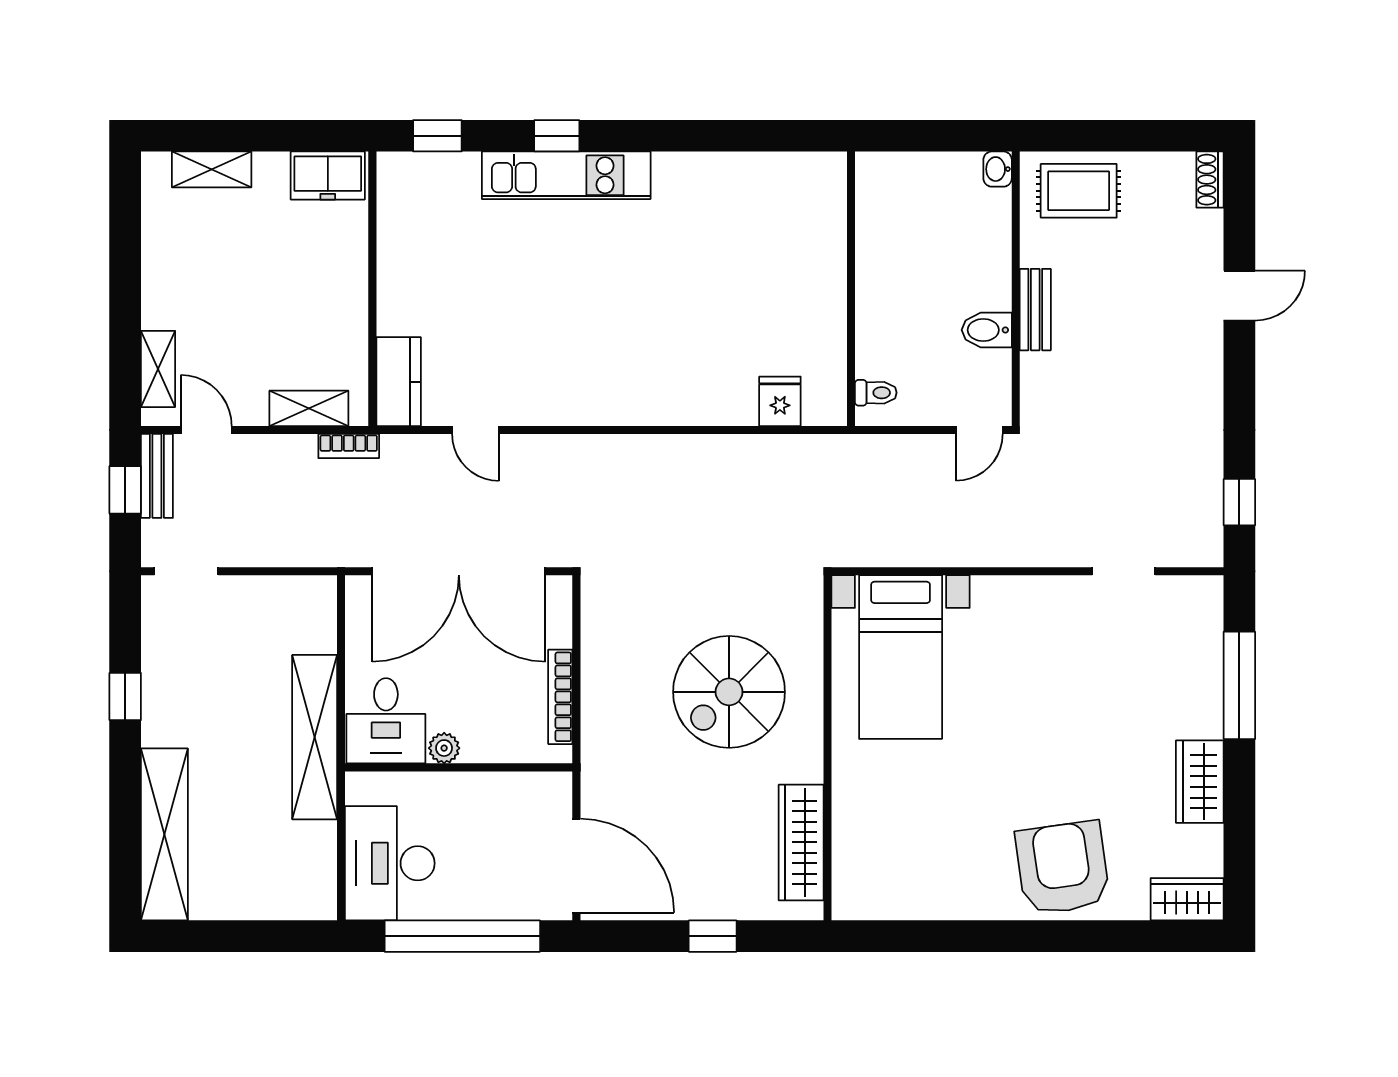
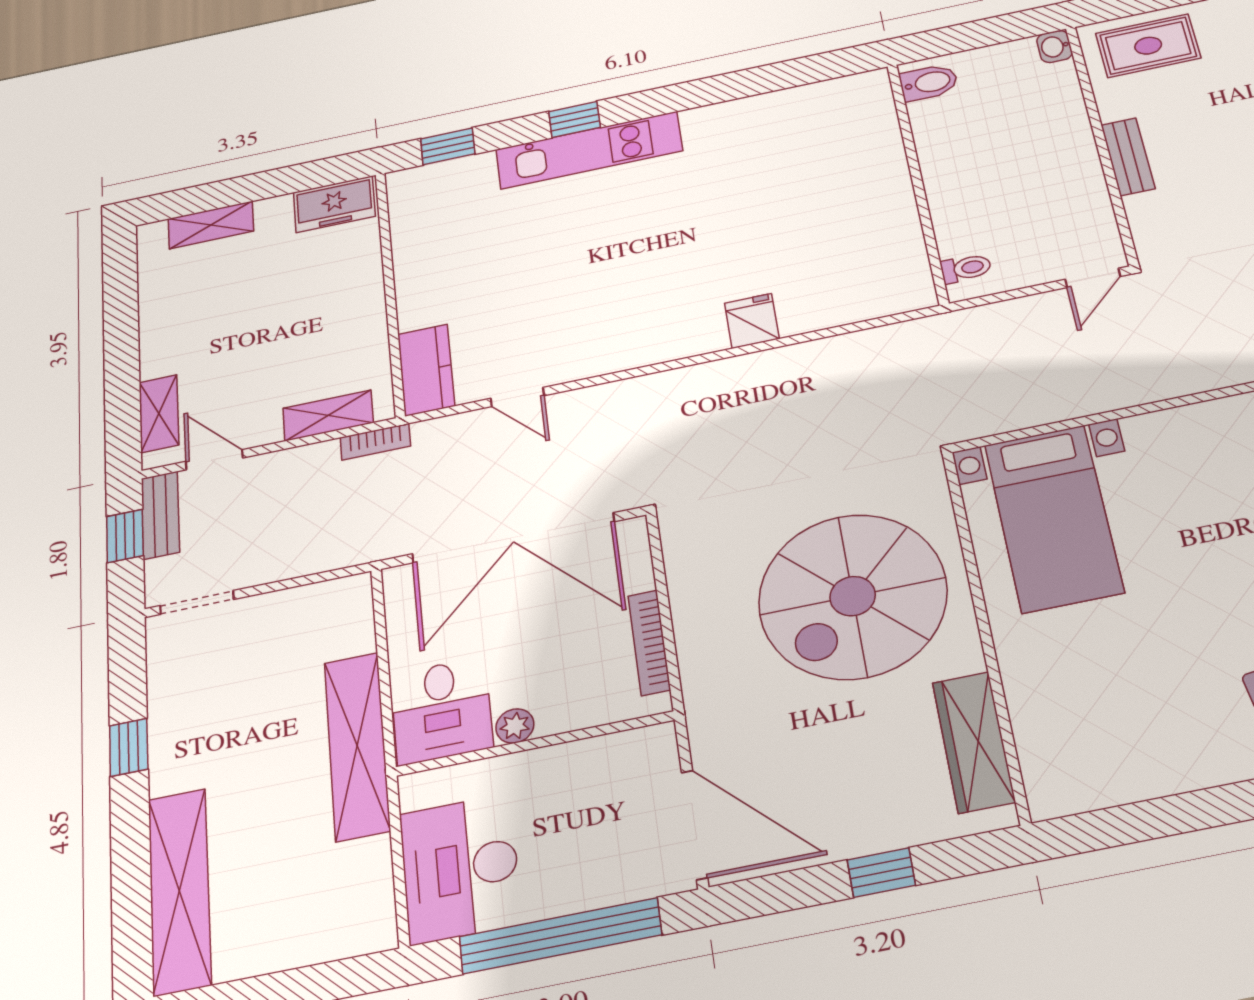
bidet: (987, 330) -> (929, 83), moved, turned 180
fridge: (780, 401) -> (752, 321), moved
spiral stairs: (729, 692) -> (853, 596), width x1.37, depth x1.37

